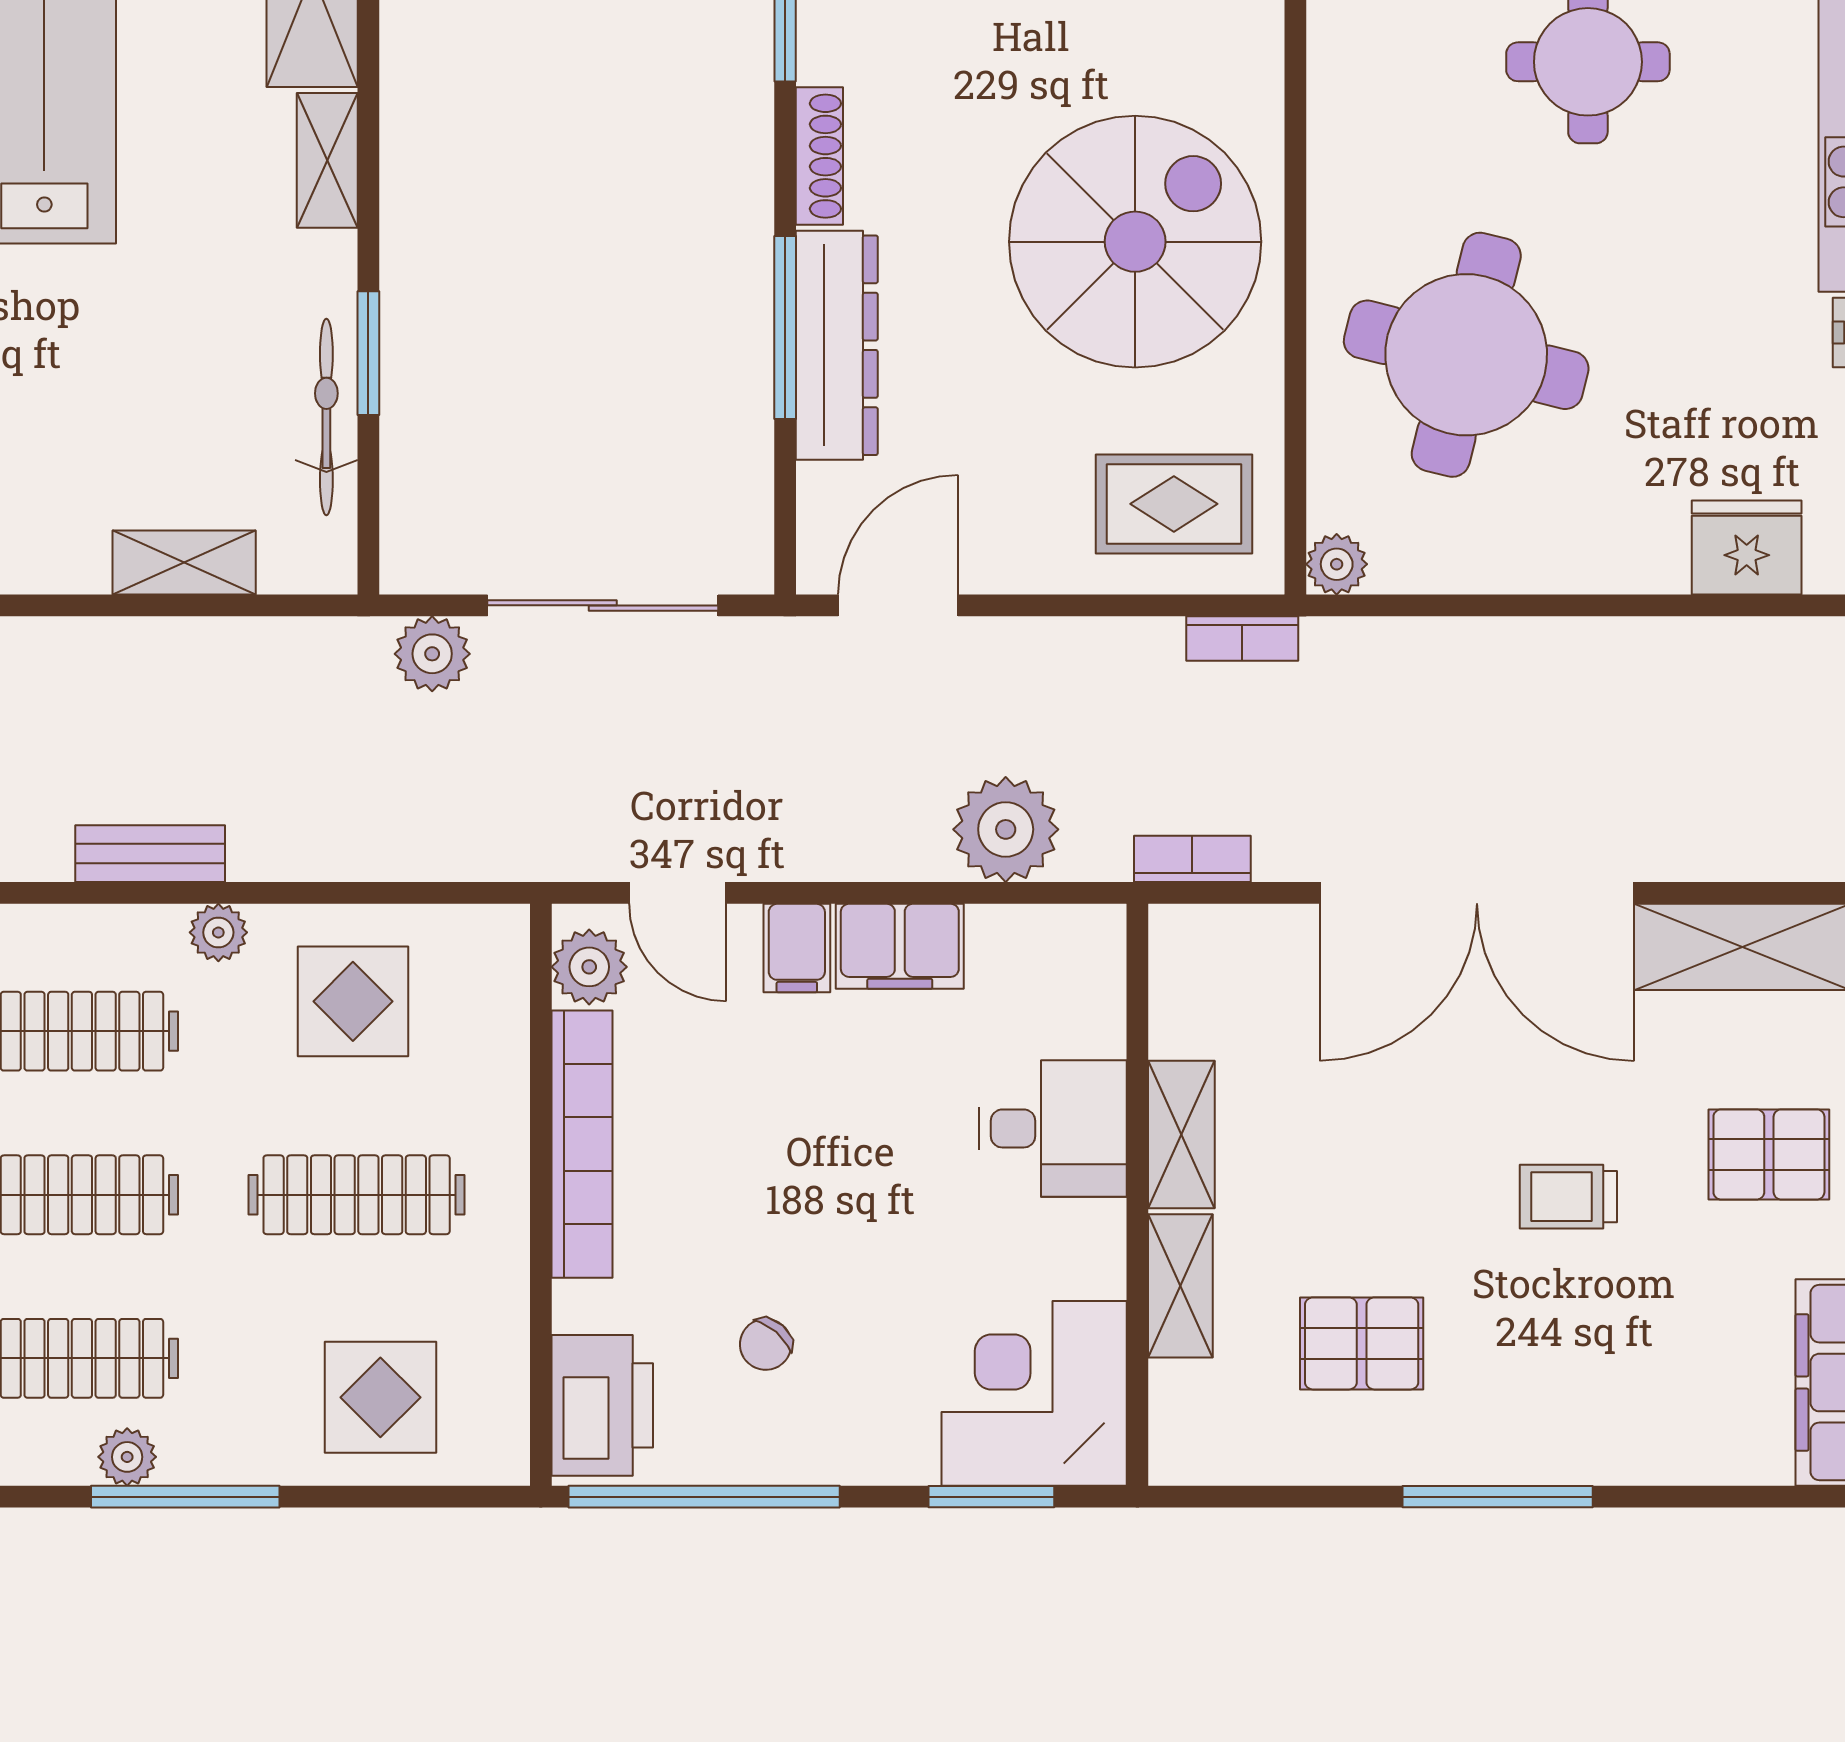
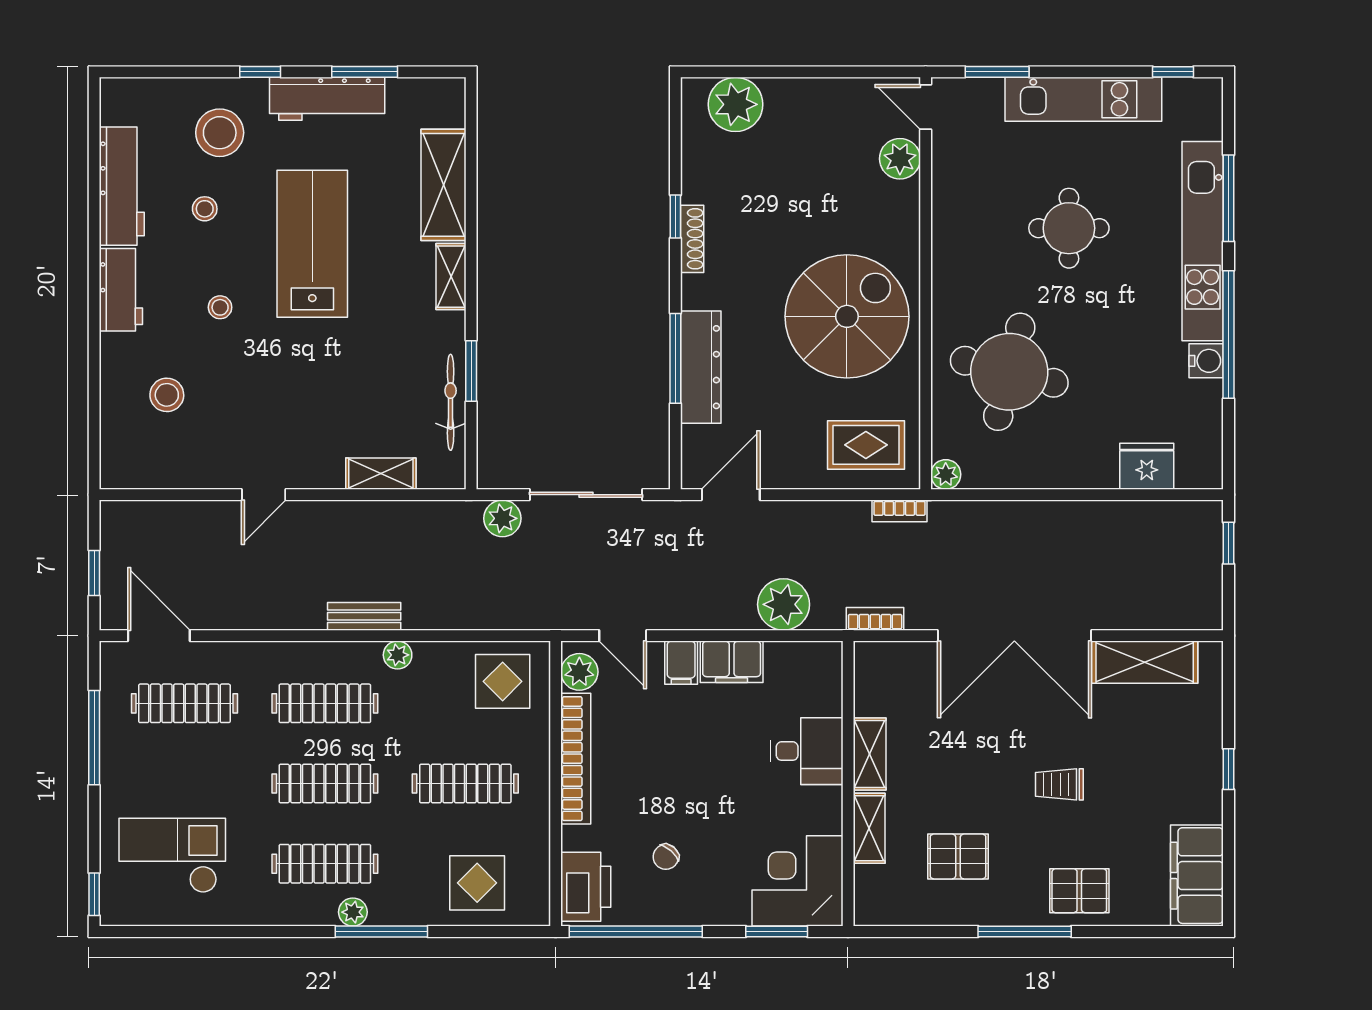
shoe rack: (819, 156) -> (692, 239), moved
display table: (353, 1001) -> (503, 681), moved
pallet: (1769, 1154) -> (1079, 891), moved

